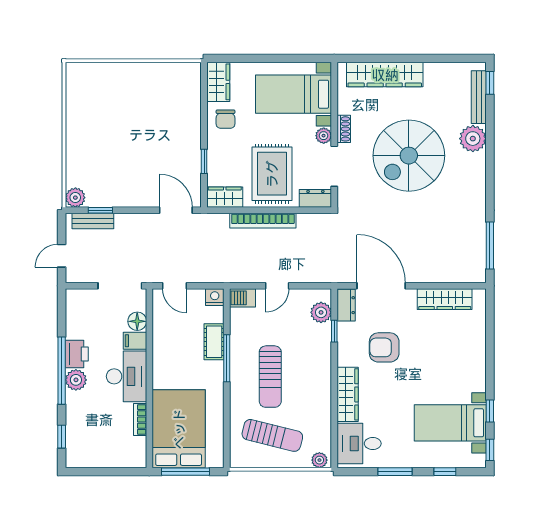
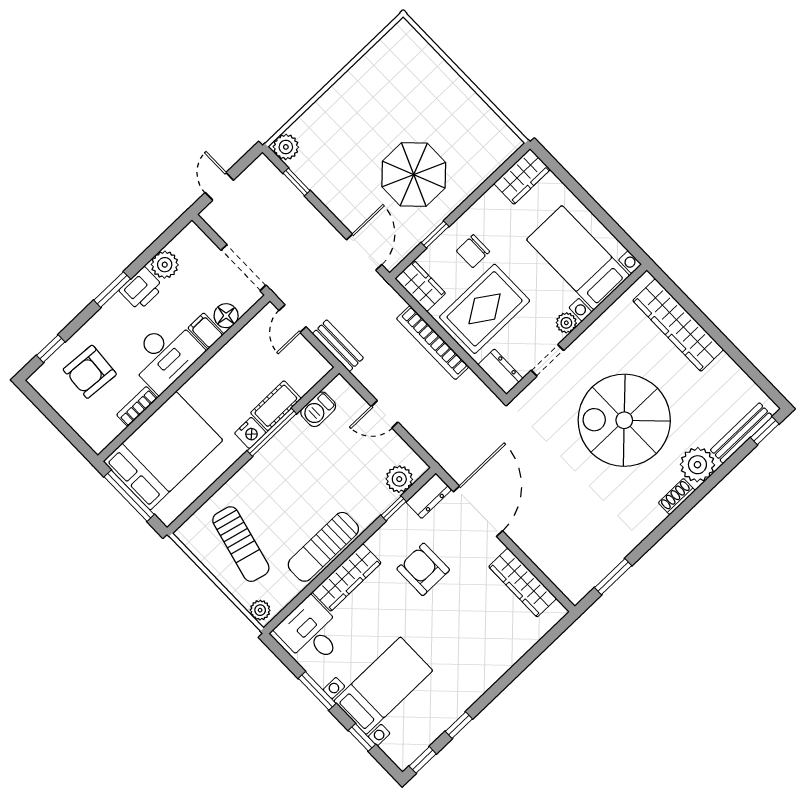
chair: (225, 119) -> (473, 251), moved
shoe rack: (344, 129) -> (677, 497), moved, turned 180
parasol: (159, 141) -> (414, 175), added
doorway: (334, 166) -> (547, 360), width x0.73
bench: (93, 221) -> (338, 346), moved
window: (490, 246) -> (613, 577), width x0.69
door: (62, 256) -> (219, 186), hinge flipped
nightstand: (215, 297) -> (250, 433), moved, turned 90
barbecue: (242, 298) -> (318, 409), moved, turned -90
window: (62, 371) -> (112, 290), width x0.47
sun lounger: (270, 377) -> (323, 547), moved
plant: (76, 380) -> (165, 265), moved
bed with nightstands: (450, 423) -> (383, 686), moved, turned 90
armchair: (95, 427) -> (90, 372), added

